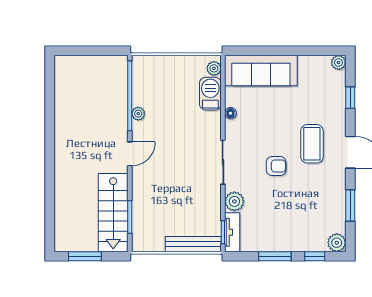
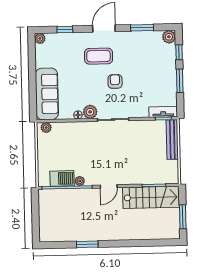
barbecue: (210, 94) -> (62, 178), moved, turned 180
window: (50, 122) -> (87, 244), added
door: (130, 154) -> (109, 186), swing flipped
plant: (234, 201) -> (90, 112), moved

